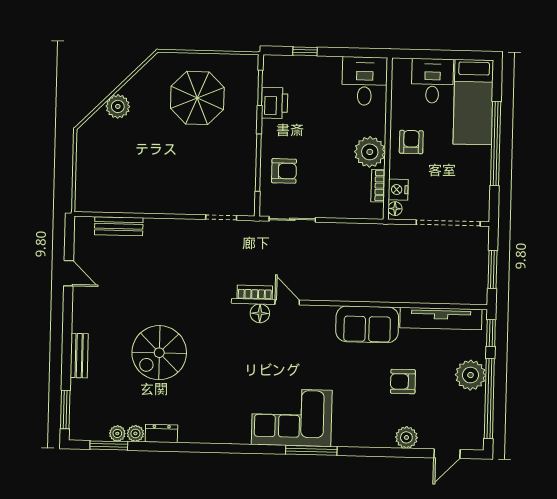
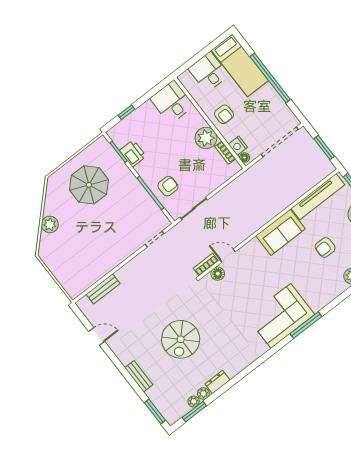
armchair: (411, 142) -> (224, 114), turned 180

